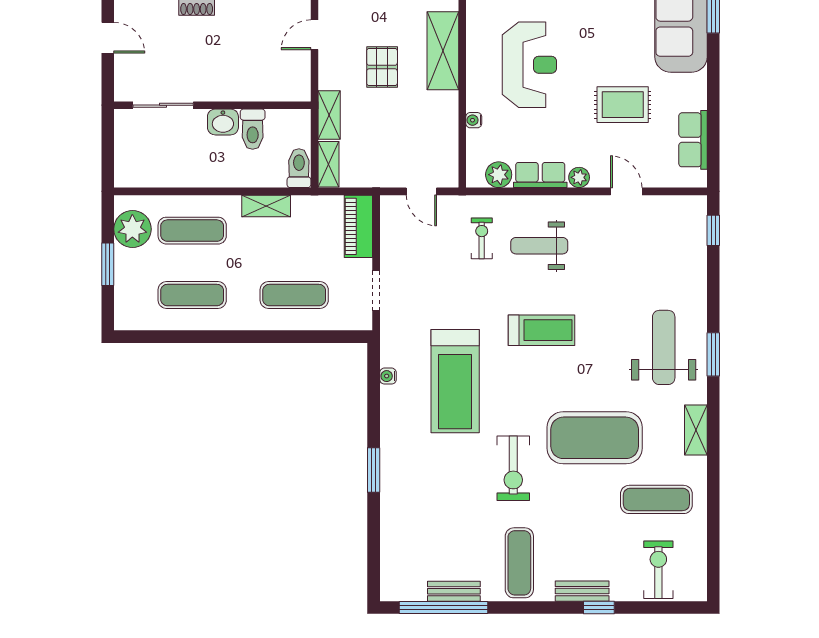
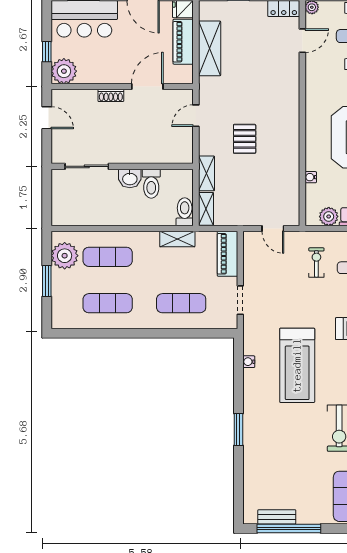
shelving: (443, 51) -> (288, 127), removed
shelving: (266, 206) -> (177, 239), moved
bench: (454, 591) -> (277, 517), moved

